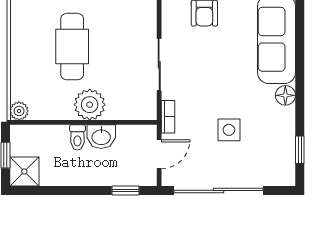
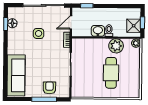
floor lamp: (285, 95) -> (12, 23), moved
plant: (90, 105) -> (116, 46), moved
shower: (24, 172) -> (134, 26), moved

